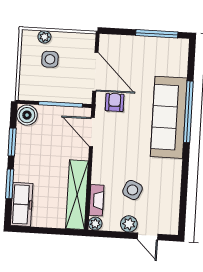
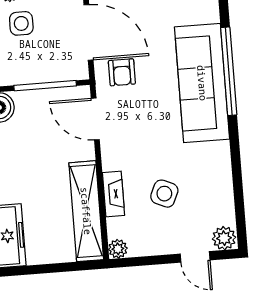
armchair: (115, 102) -> (122, 72), turned 180
fireplace: (97, 200) -> (113, 194), moved
plant: (129, 224) -> (224, 238), moved

